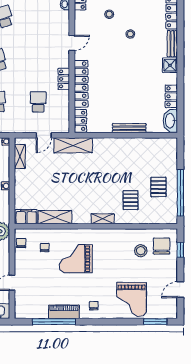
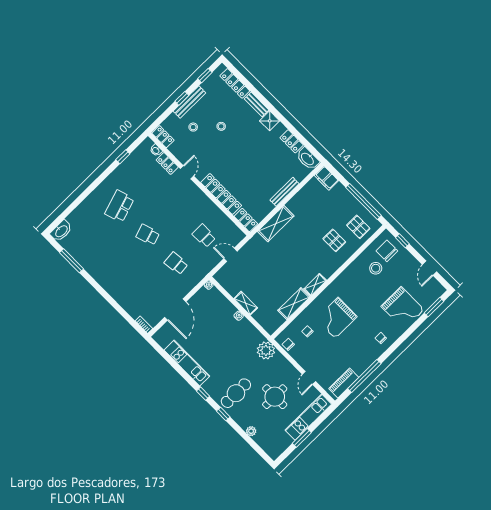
locker: (64, 79) -> (167, 163), moved
door: (44, 135) -> (231, 255), swing flipped
shelving: (73, 145) -> (276, 224), moved
shelving: (20, 157) -> (246, 303), moved
pallet: (158, 187) -> (358, 227), moved
filing cabinet: (26, 217) -> (326, 178), moved, turned -90
shelving: (103, 219) -> (315, 285), moved
piano: (64, 312) -> (344, 383), moved

